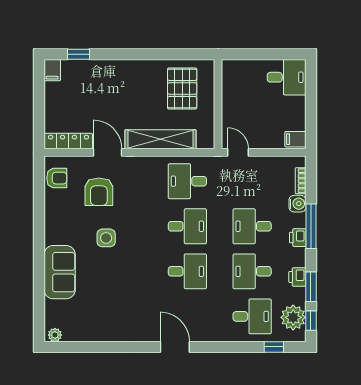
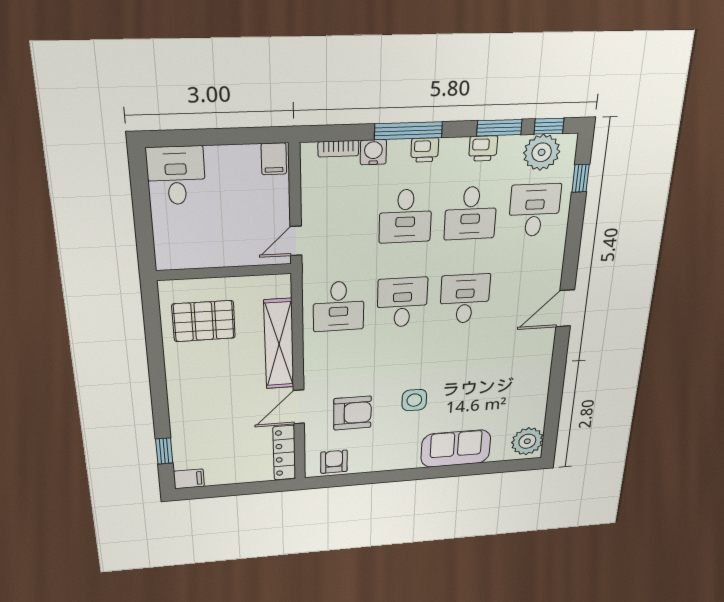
plant: (55, 335) -> (527, 441), width x1.87, depth x1.87

